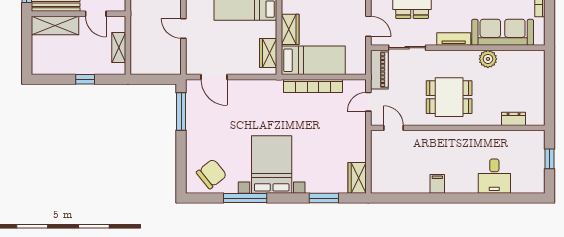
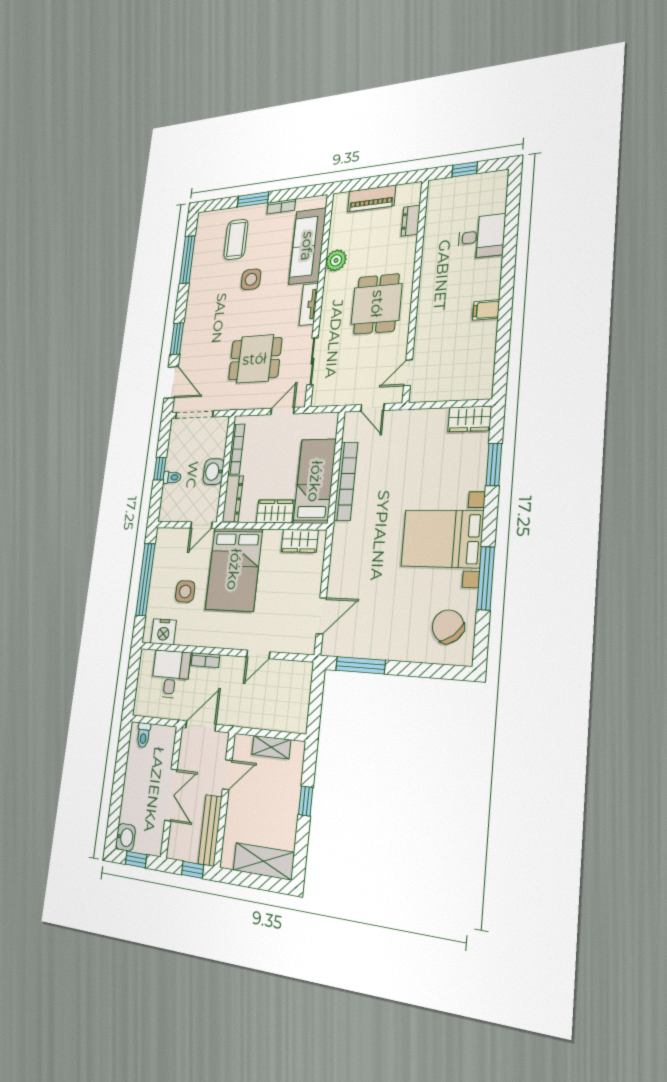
shelving: (55, 26) -> (264, 861), moved, turned 90
piano: (379, 70) -> (372, 198), moved, turned 180

